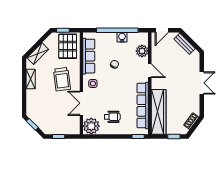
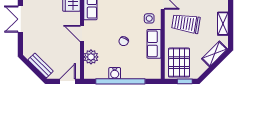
row of seats: (89, 56) -> (154, 44), width x0.68
trolley: (62, 79) -> (186, 23), turned -74

